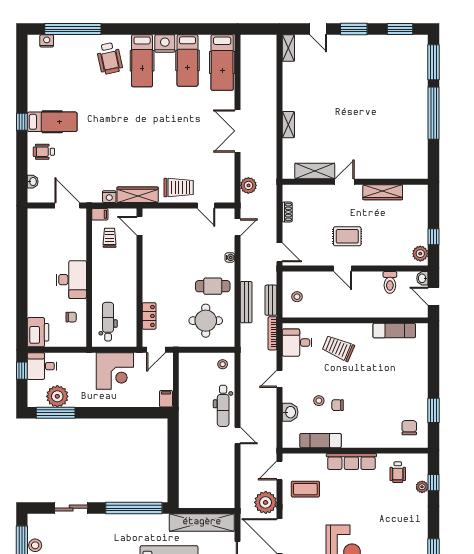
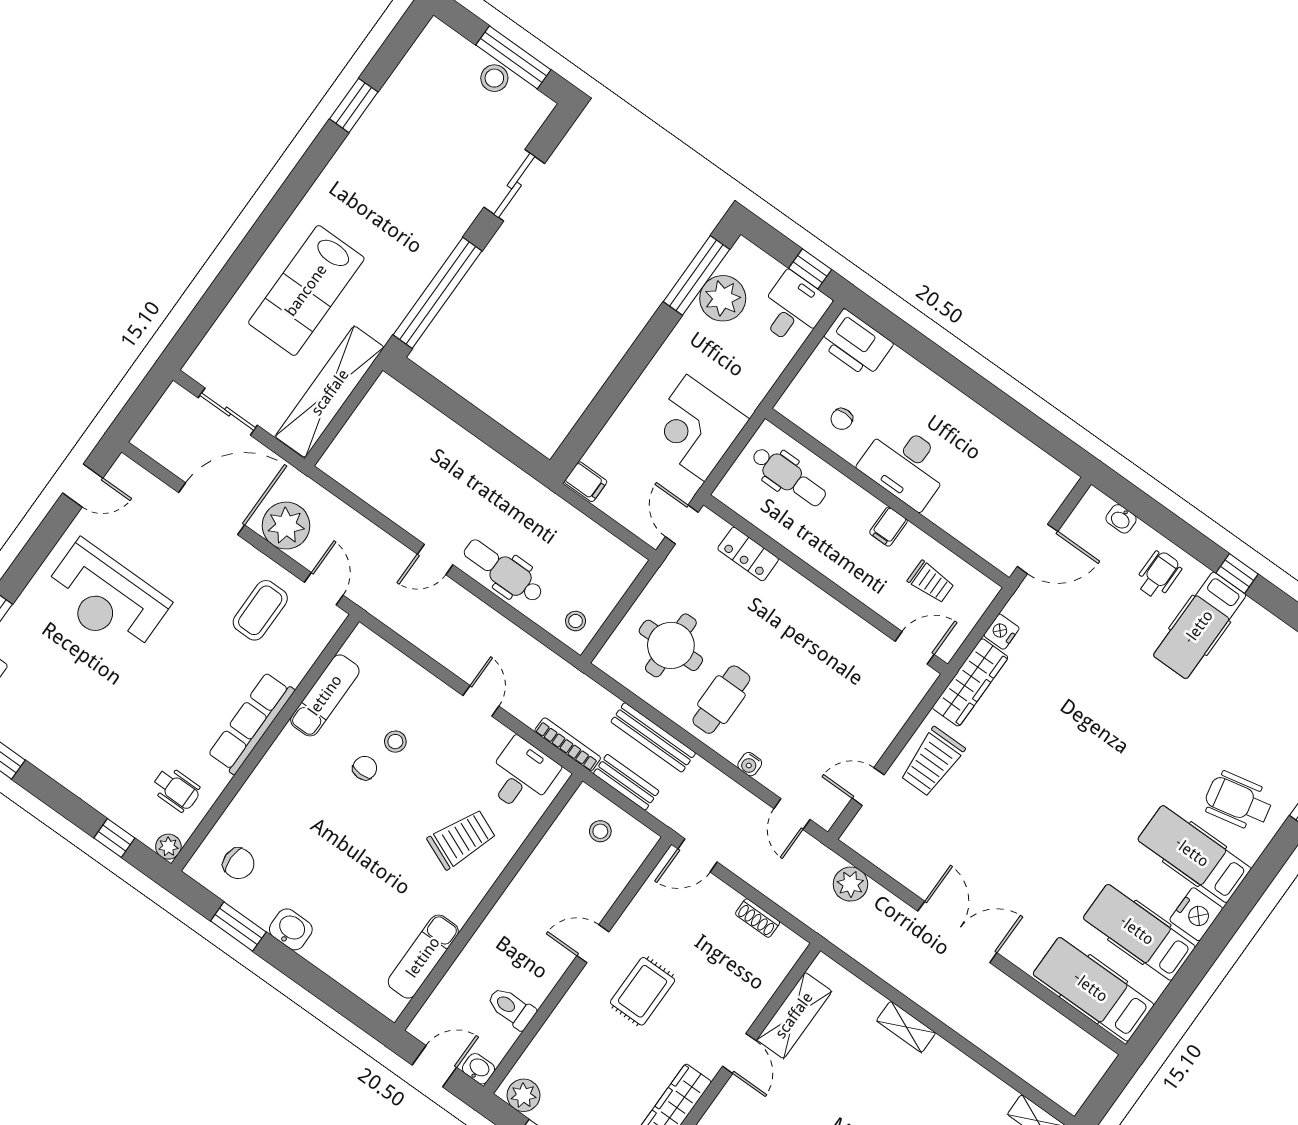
filing cabinet: (100, 214) -> (888, 527), moved
washbasin: (290, 412) -> (291, 929), moved, turned 180
wheelchair: (398, 472) -> (176, 789), turned 180
plant: (422, 487) -> (168, 847), moved

